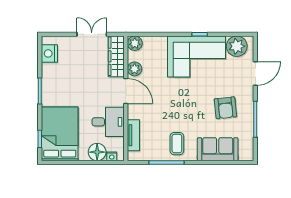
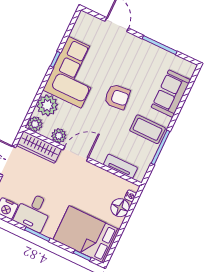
plant: (237, 46) -> (47, 105), moved
armchair: (225, 108) -> (117, 97), moved
desk: (108, 122) -> (33, 212), moved, turned 180
coffee table: (177, 144) -> (148, 129), width x1.36, depth x1.30

